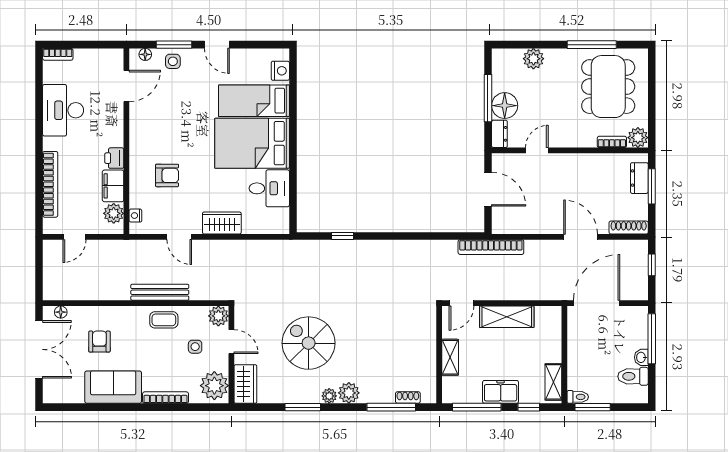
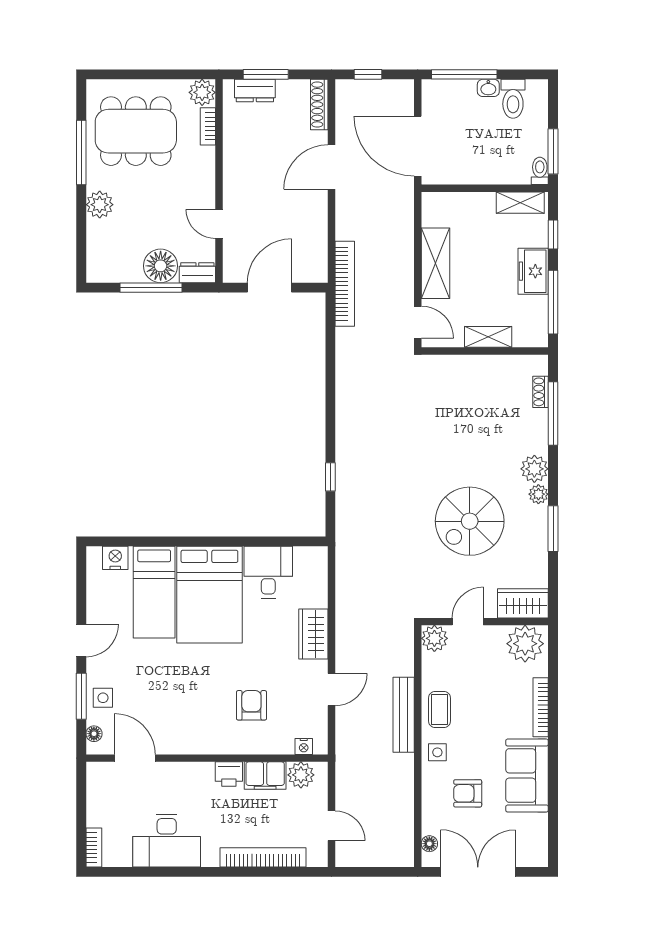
plant: (533, 59) -> (100, 205), moved
side table: (195, 347) -> (437, 752), moved

